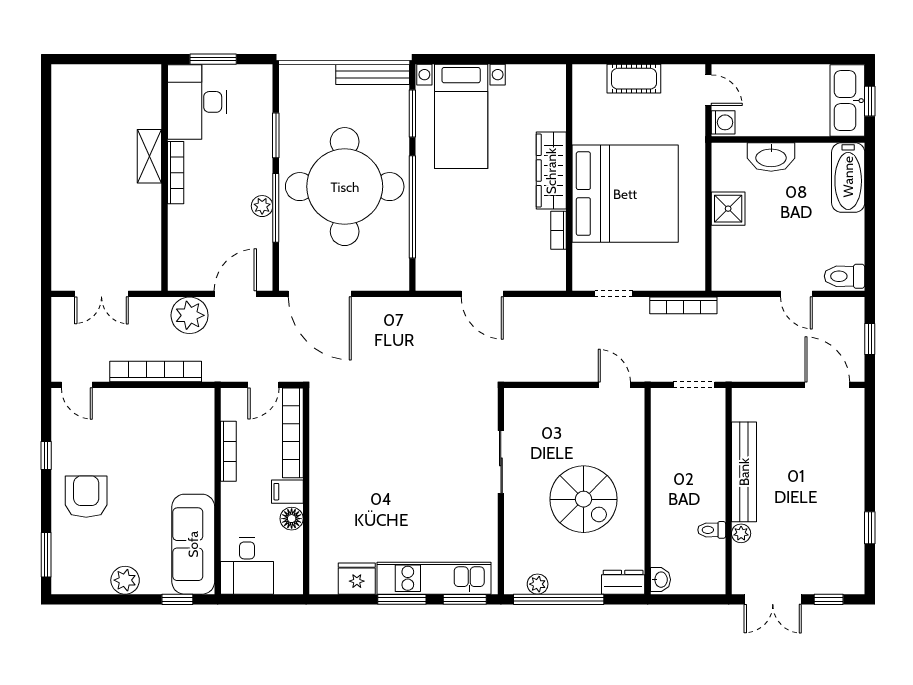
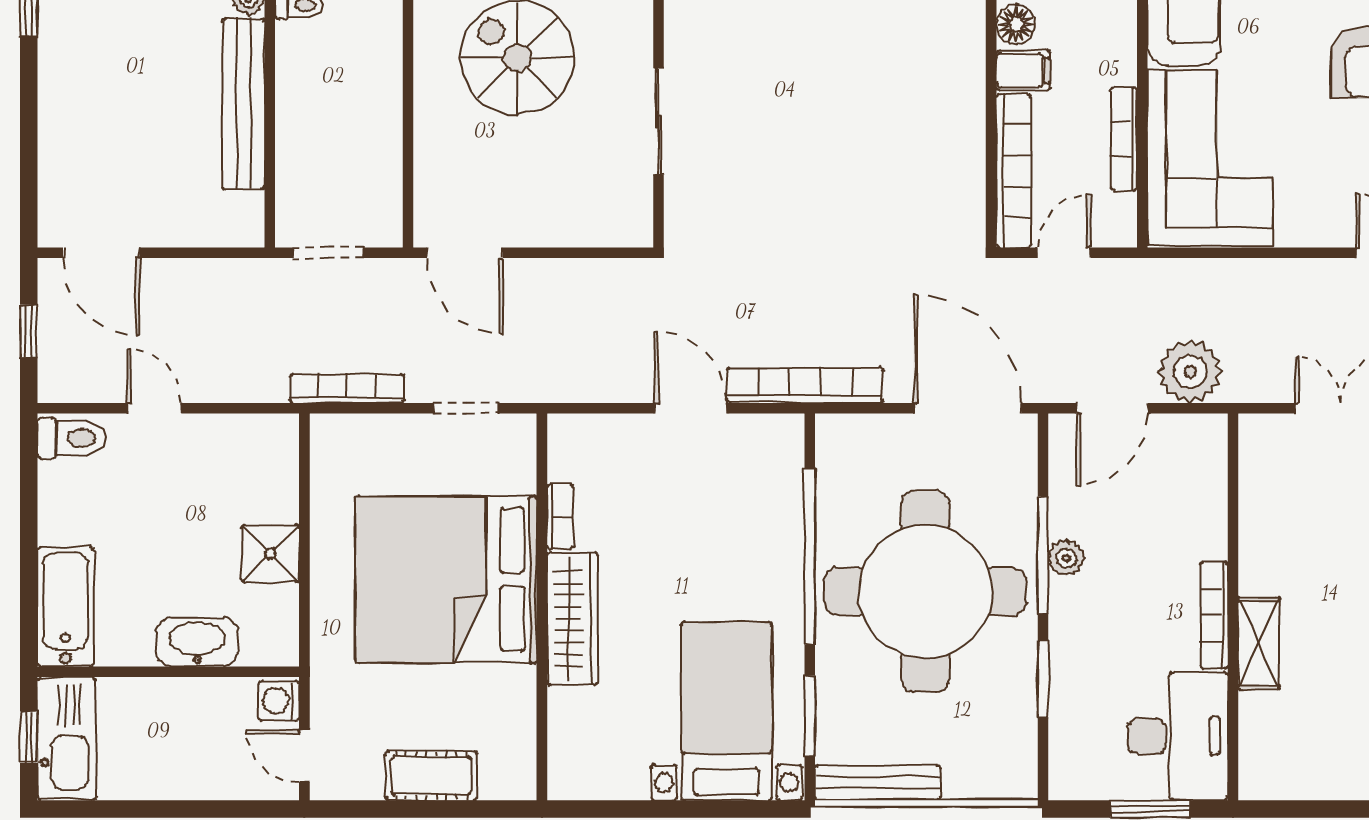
bookcase: (156, 371) -> (805, 385), moved, turned 180
door: (614, 385) -> (465, 253), width x1.38
corner sofa: (178, 441) -> (1210, 158), added

